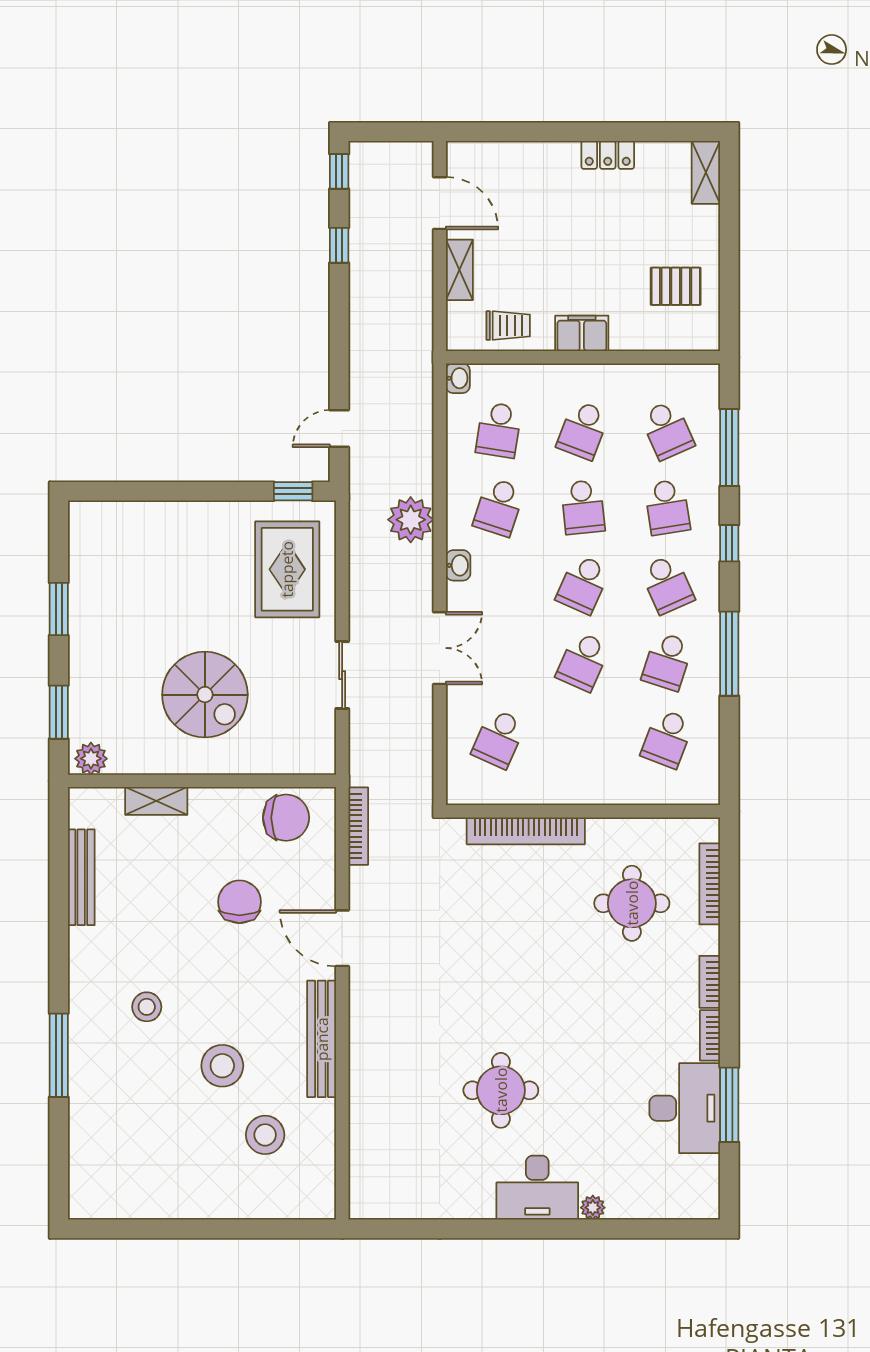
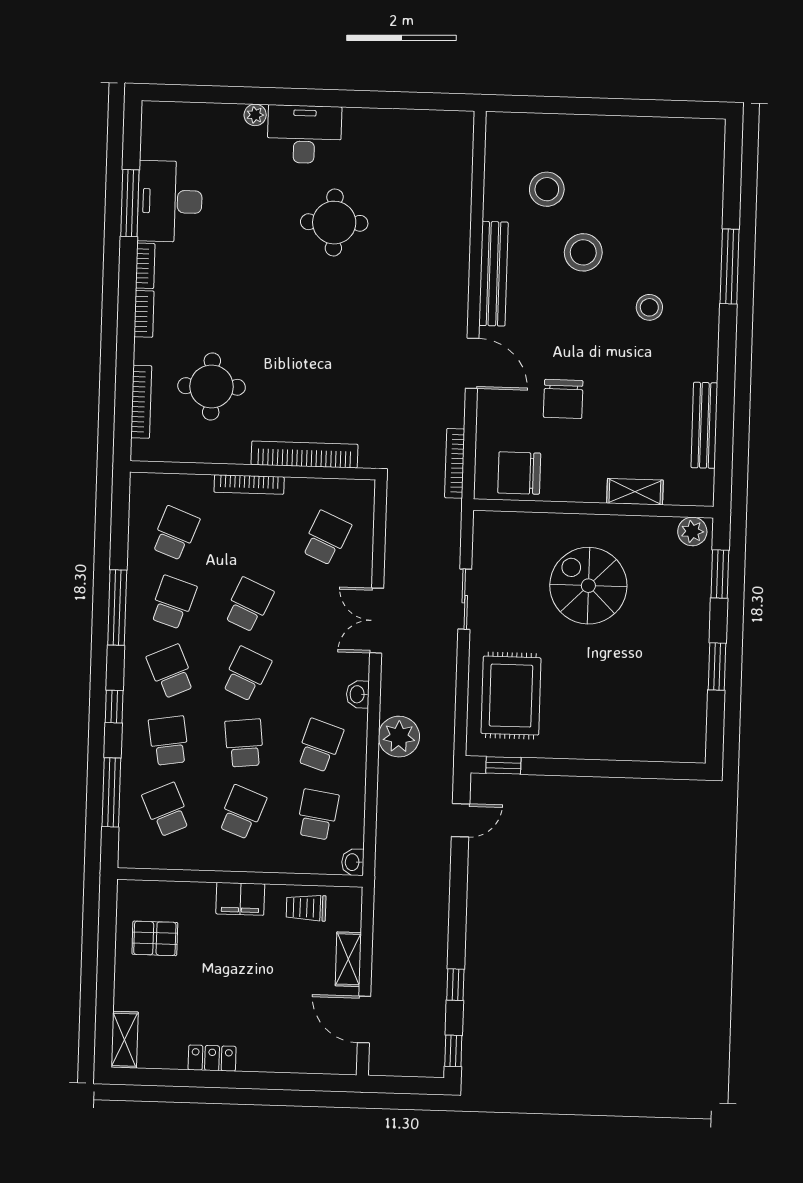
bookcase: (587, 795) -> (249, 485), added

